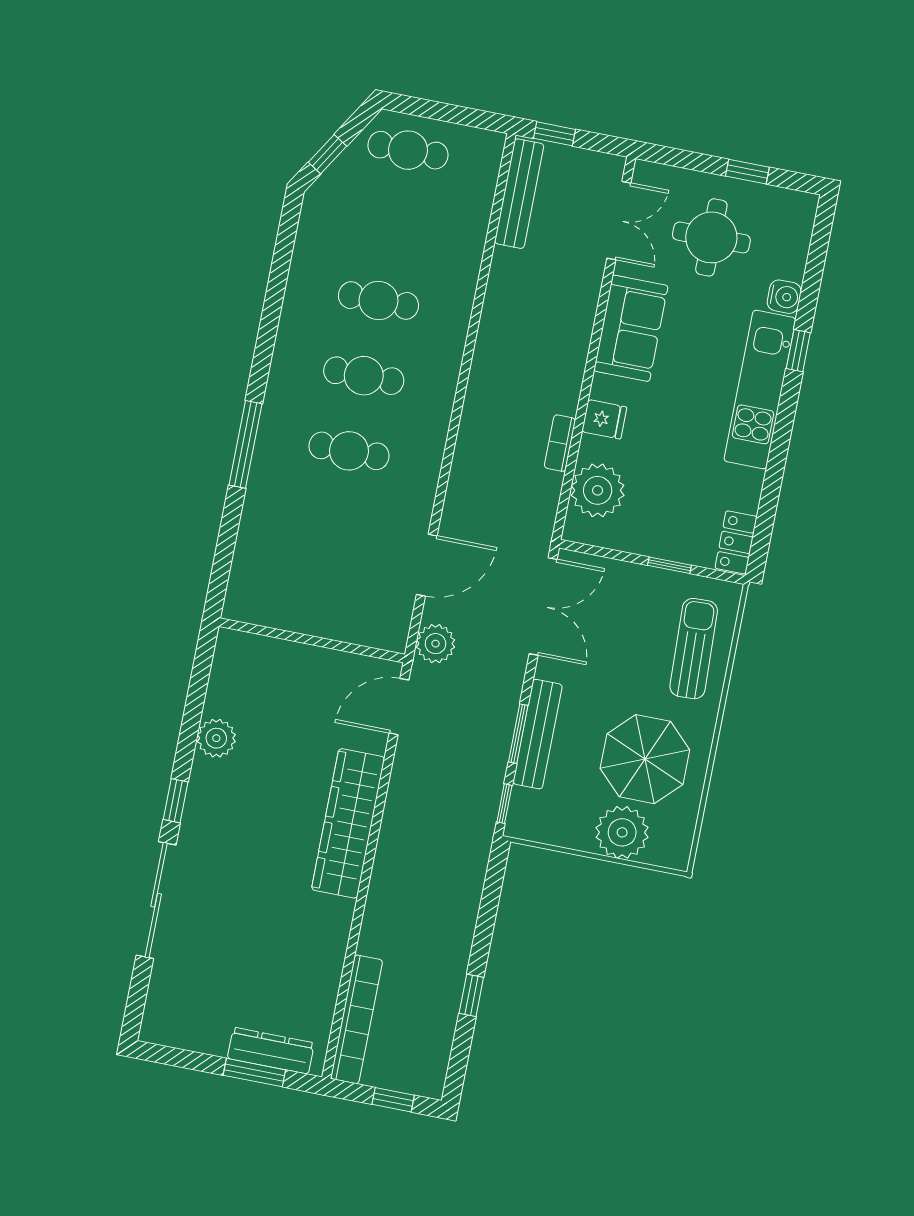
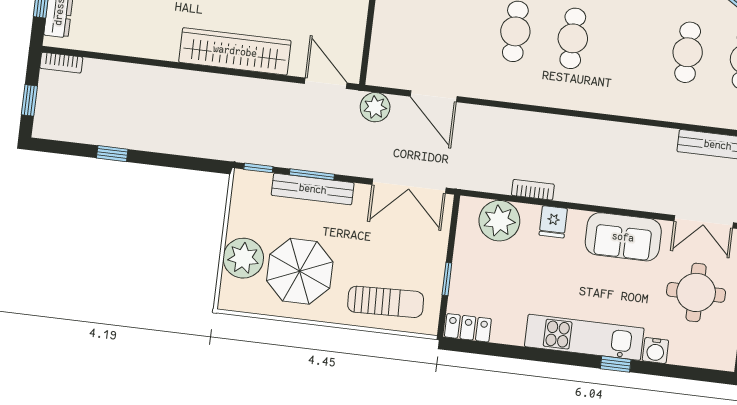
cafe table: (378, 300) -> (688, 52), moved
bookcase: (357, 1019) -> (61, 63), width x0.43, depth x0.76

